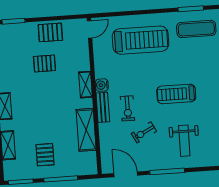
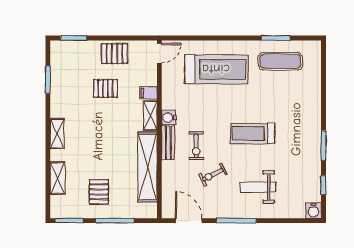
filing cabinet: (82, 65) -> (148, 93), added
shelving: (86, 130) -> (147, 167), width x1.47
weight bench: (184, 141) -> (258, 187), turned 90

